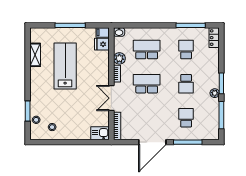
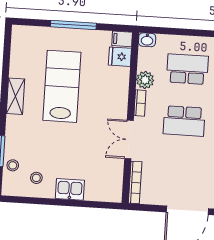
shelving: (35, 55) -> (15, 96), moved
school desk: (147, 84) -> (184, 121), turned 180
kitchen sink: (100, 133) -> (70, 189), moved

